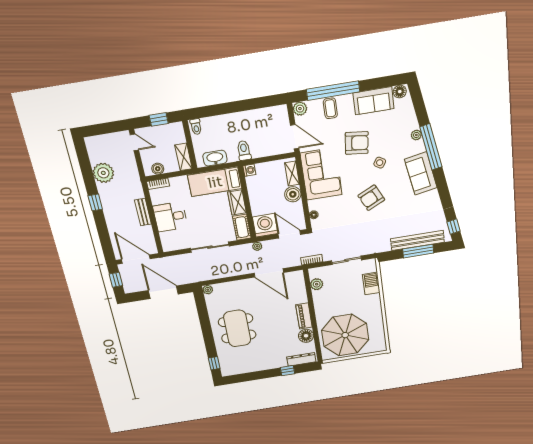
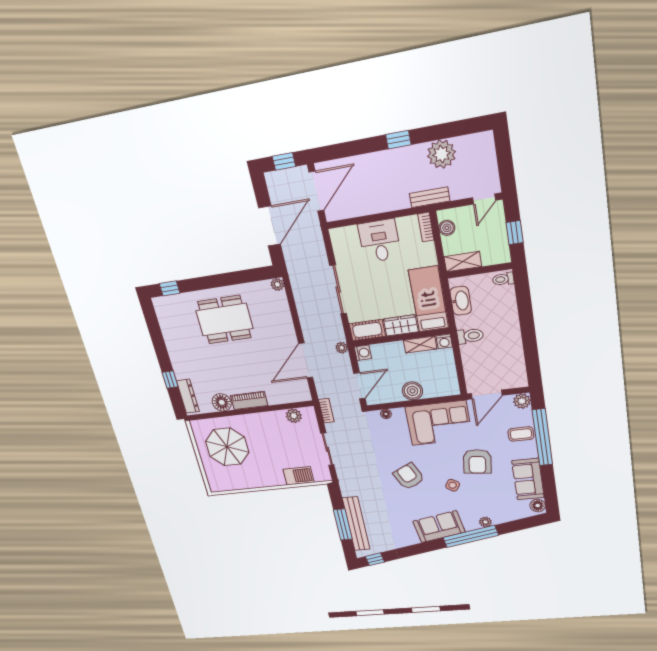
shelving: (292, 174) -> (420, 345), moved
bench: (143, 212) -> (430, 197), moved
washing machine: (265, 225) -> (363, 353), width x0.53, depth x0.53
parasol: (345, 335) -> (227, 447), width x0.73, depth x0.73

